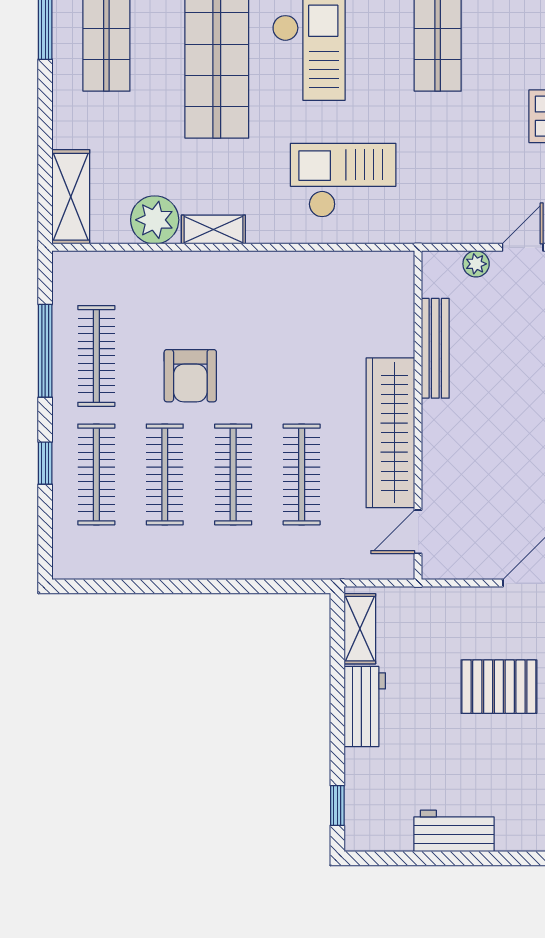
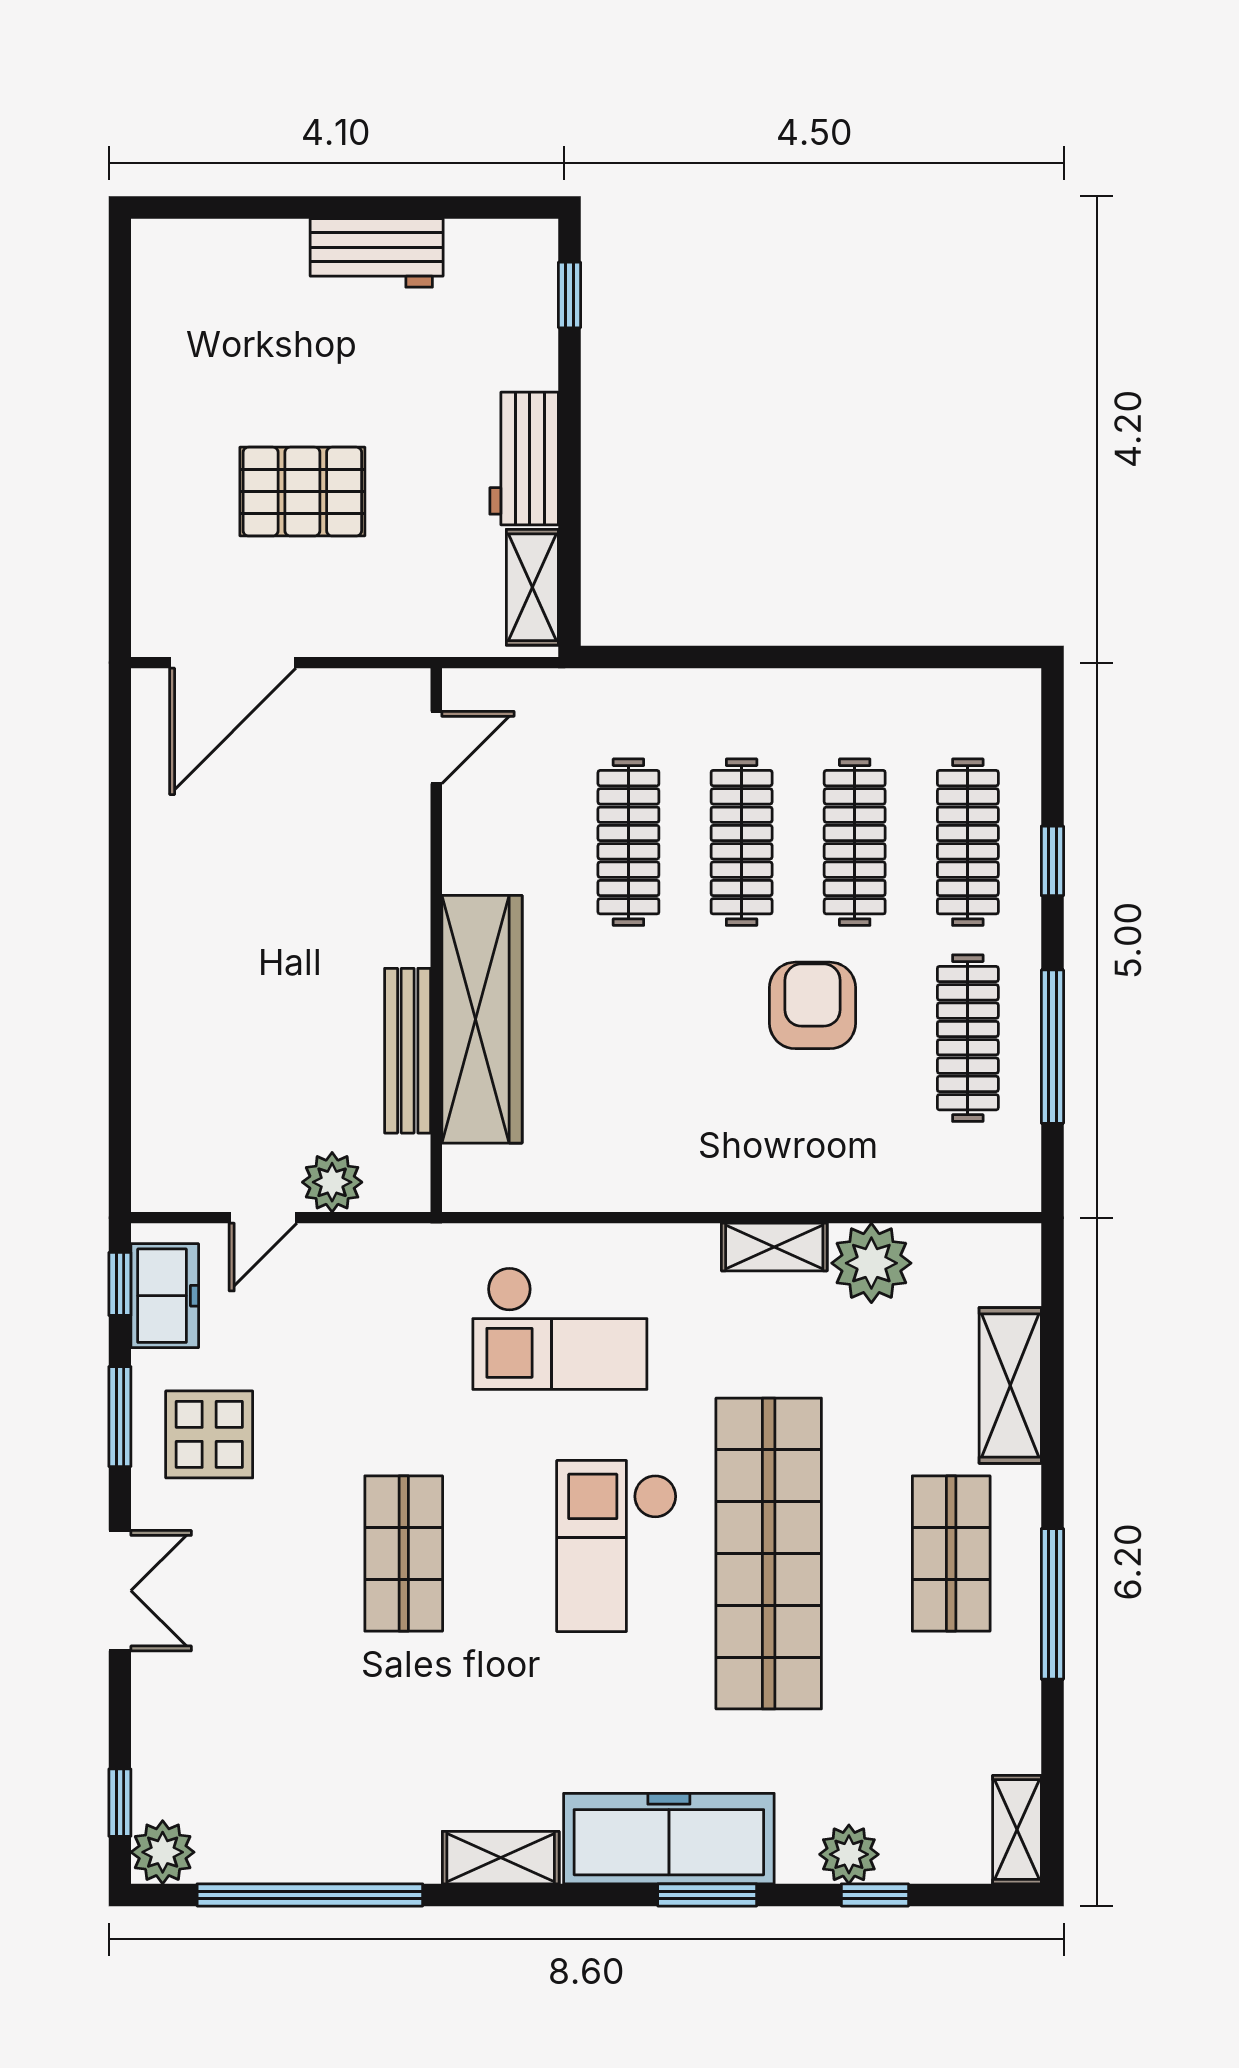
shelving: (71, 197) -> (1010, 1385), moved
plant: (476, 264) -> (332, 1182), width x1.38, depth x1.38
wardrobe: (390, 433) -> (482, 1019), moved

